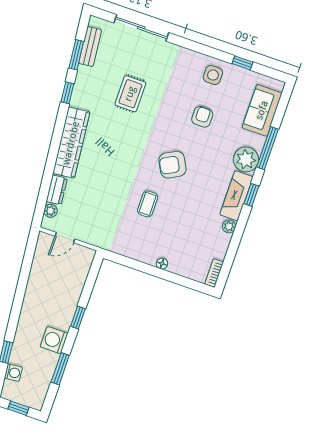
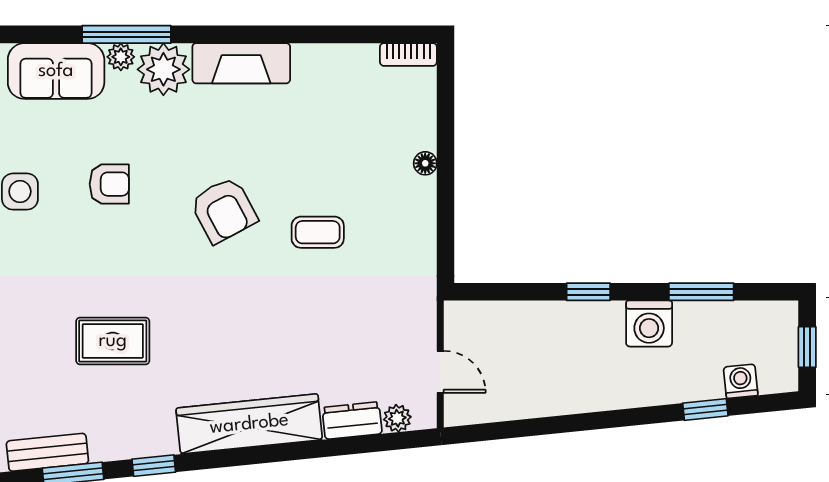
armchair: (202, 117) -> (109, 184), turned 180
window: (251, 195) -> (230, 34), removed
plant: (229, 226) -> (121, 57), moved

